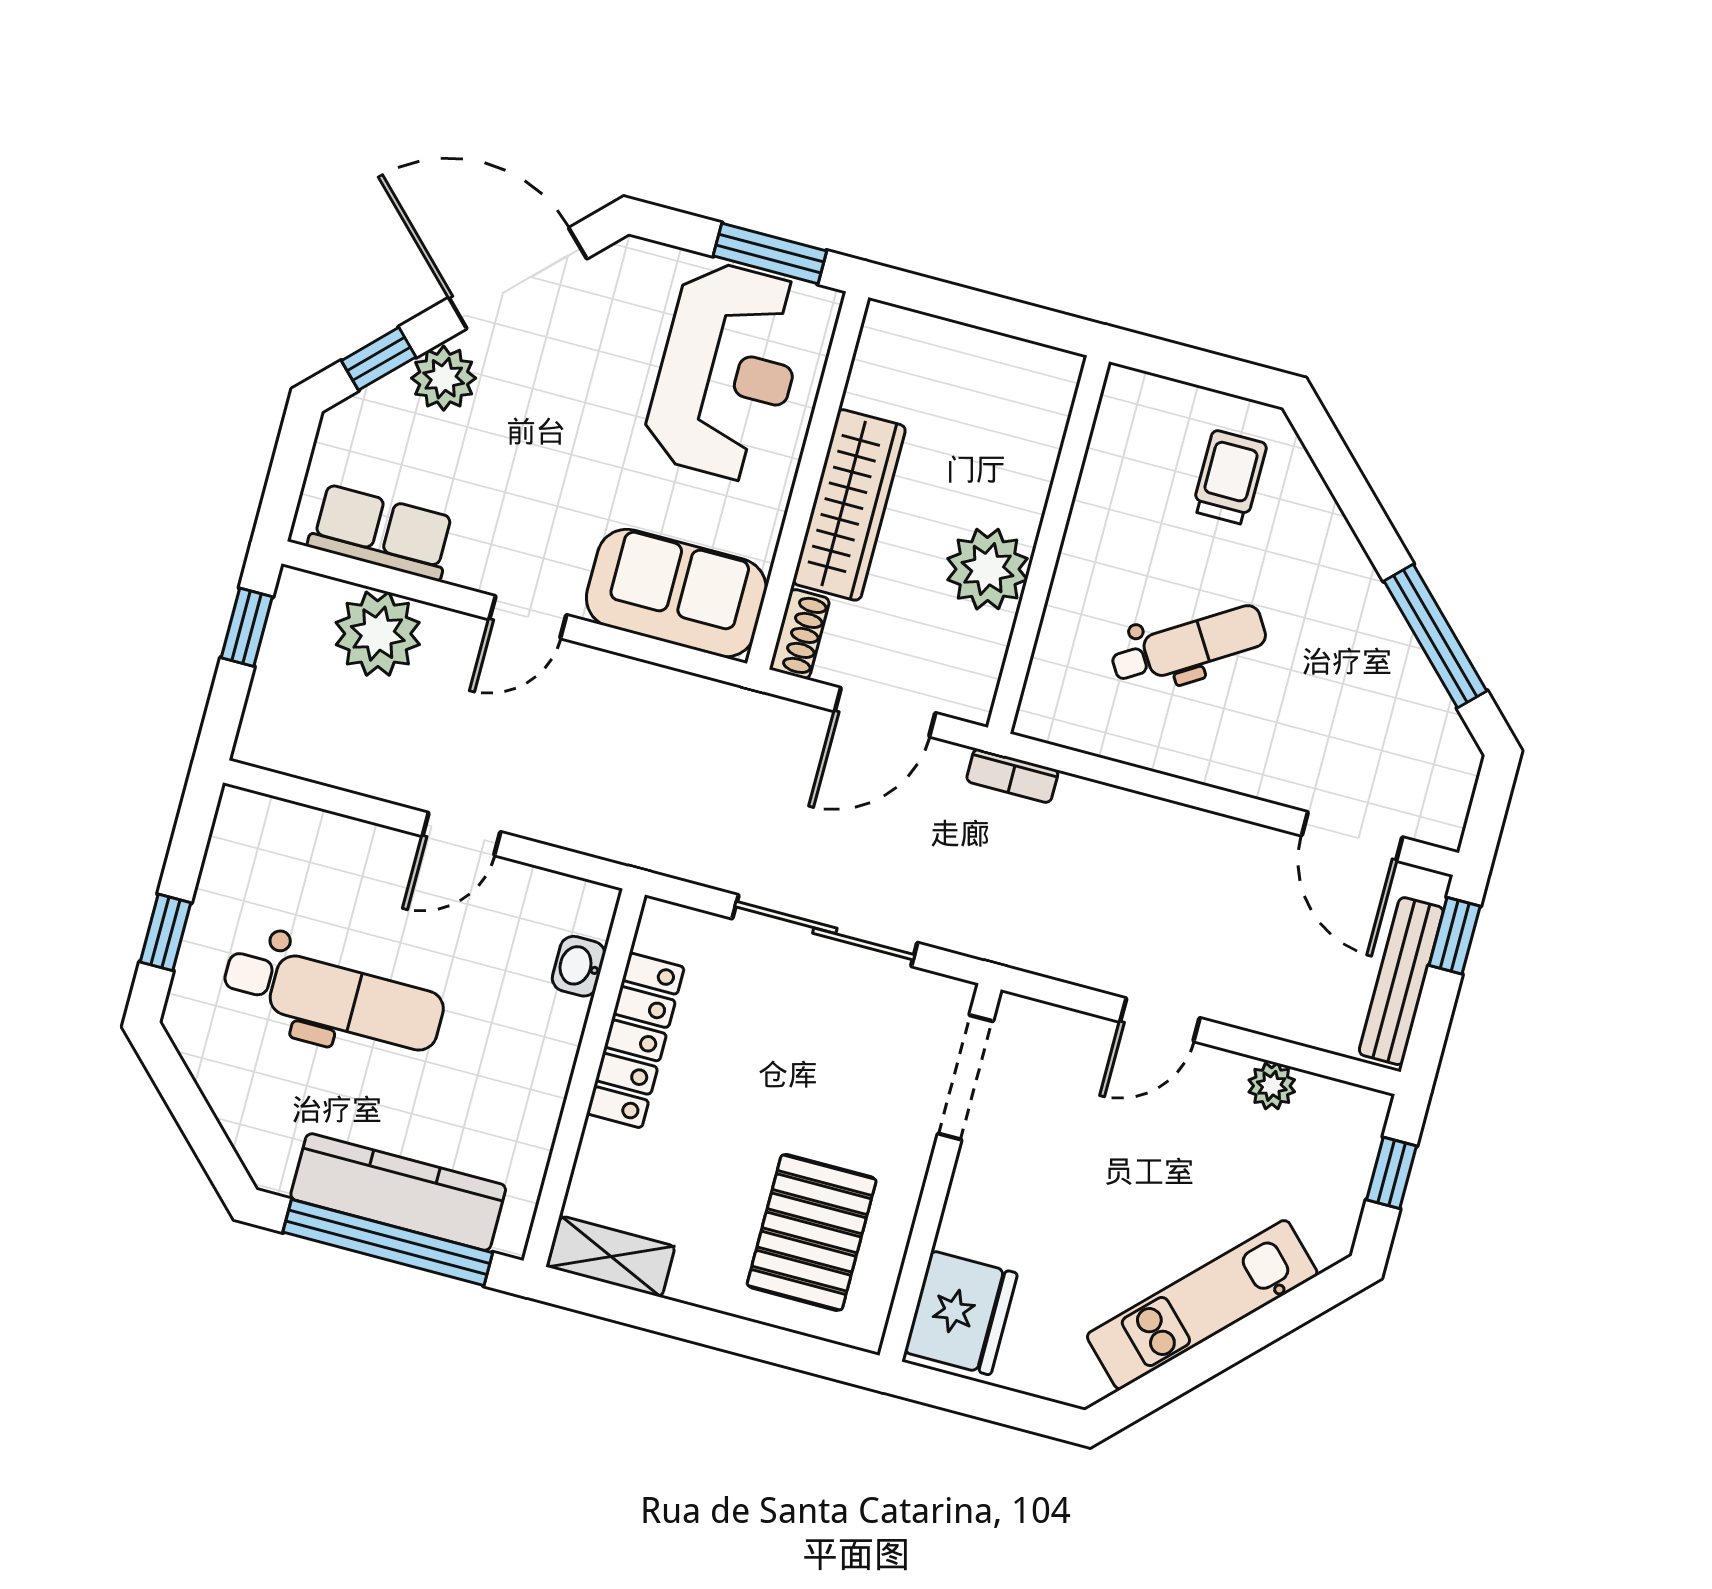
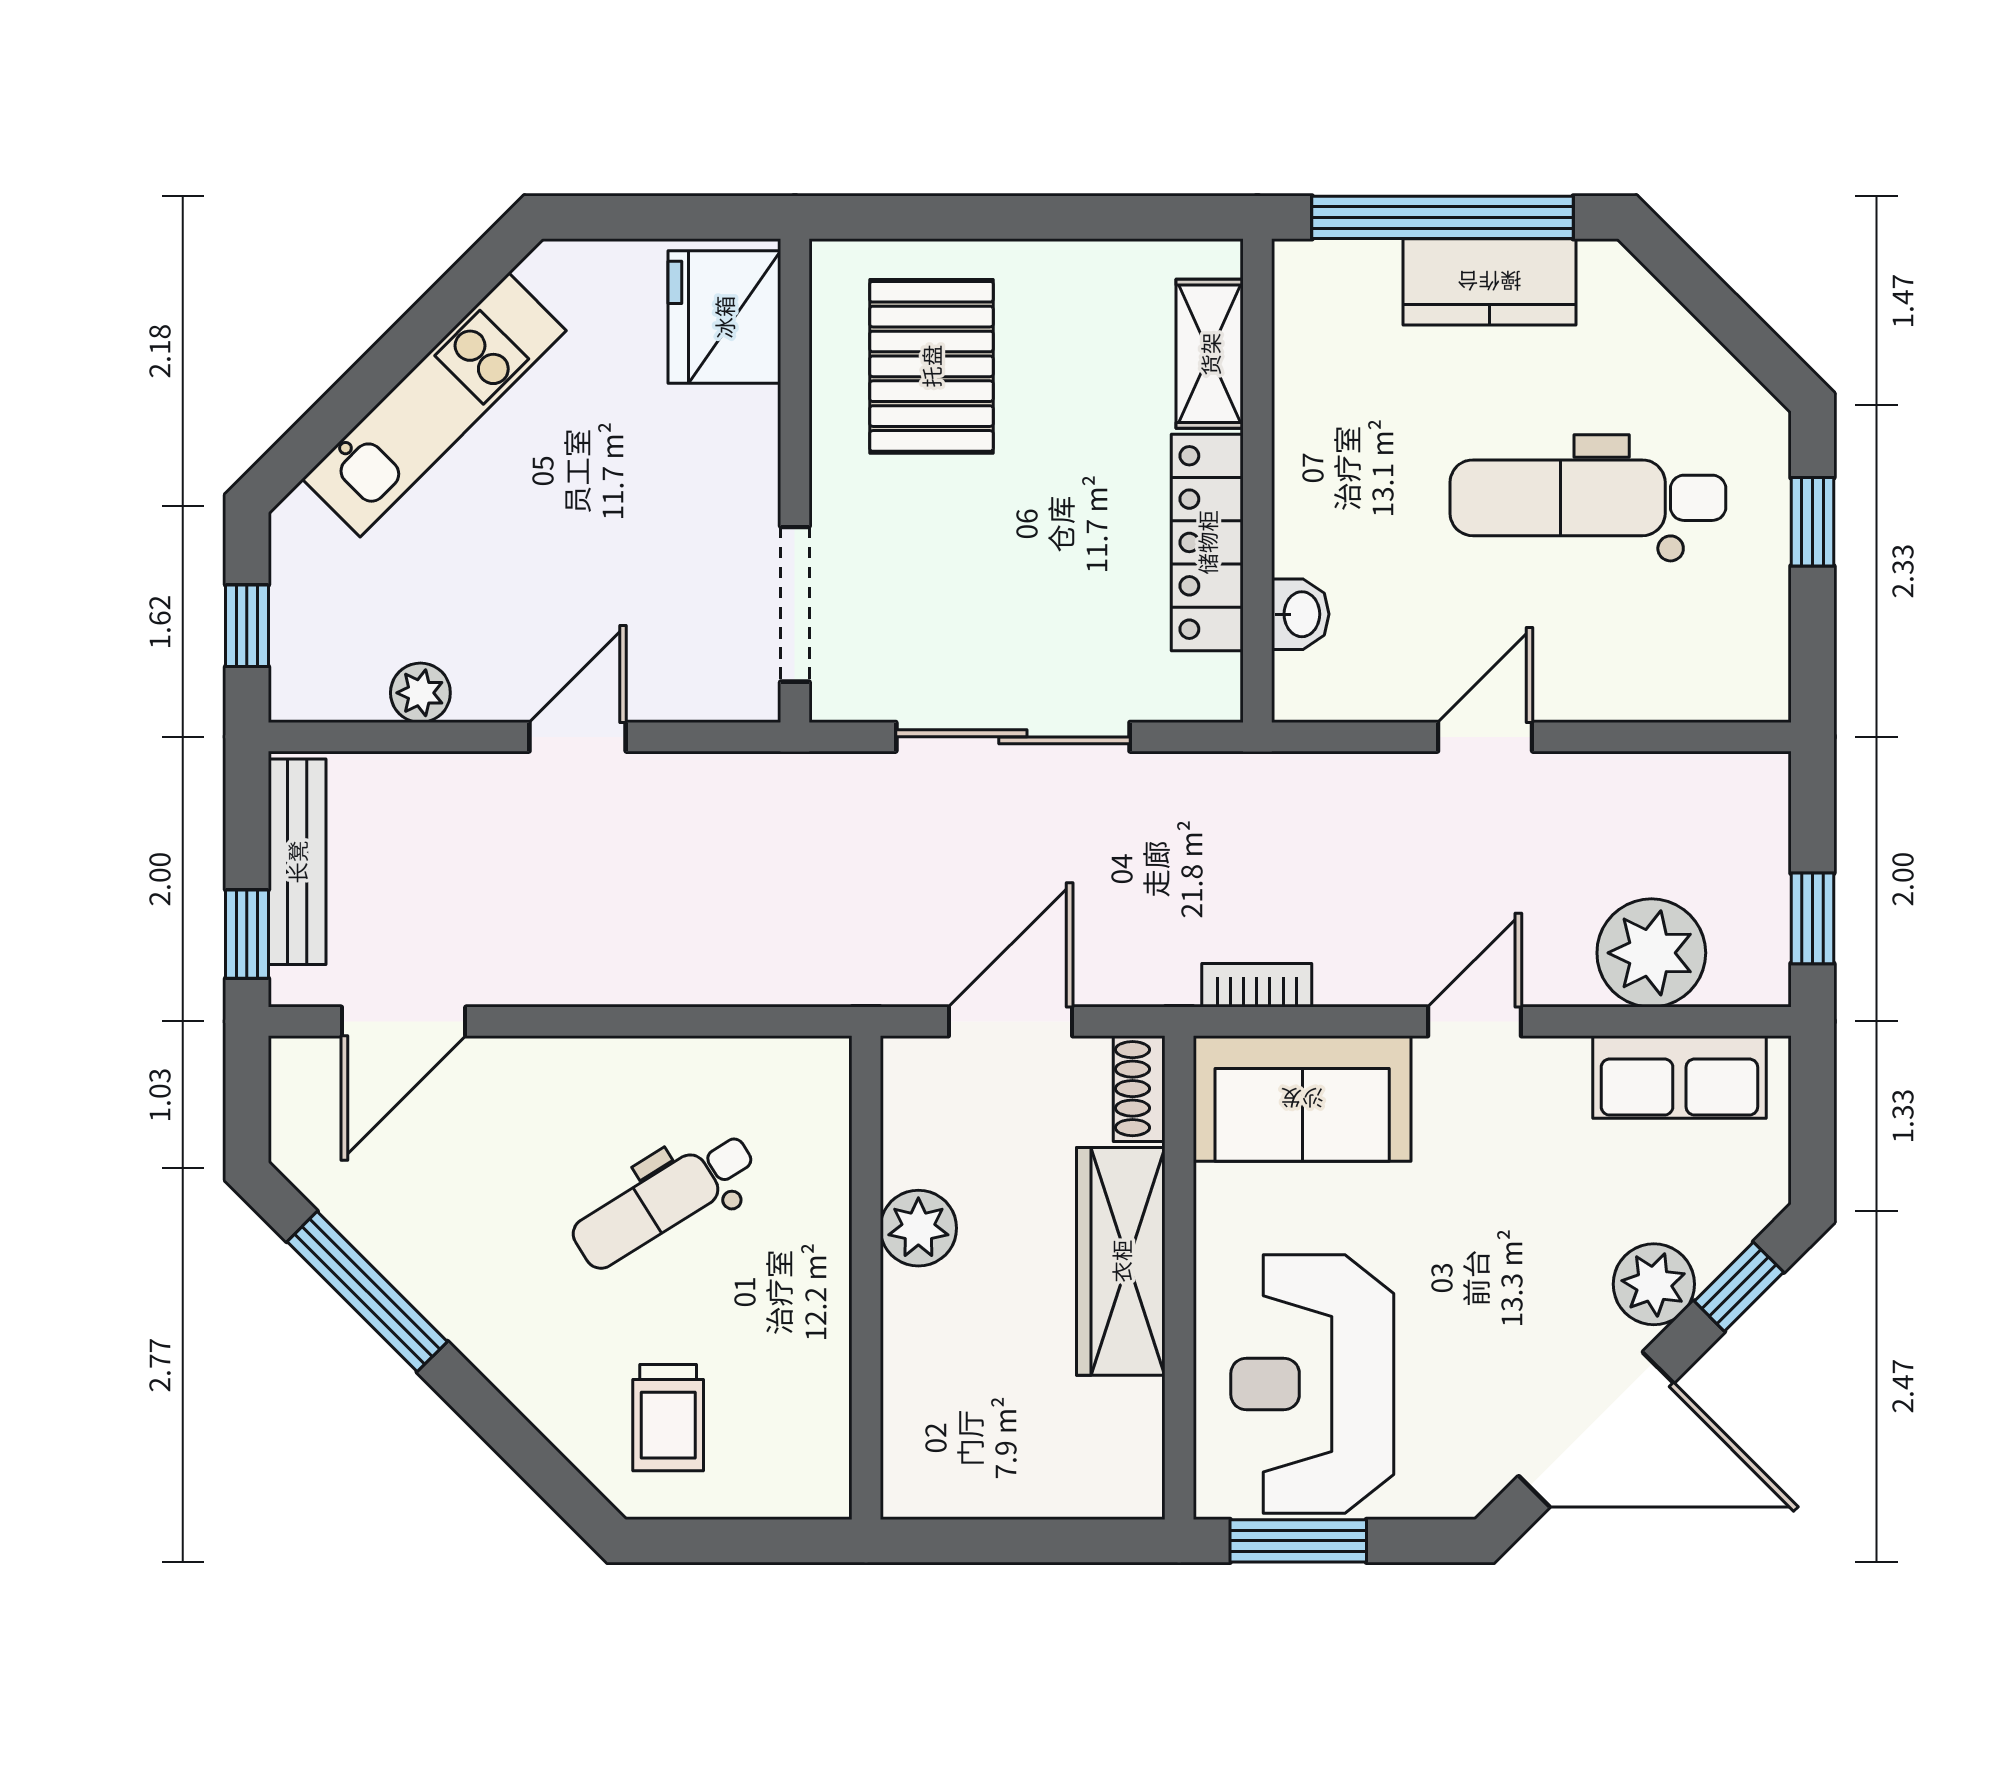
plant: (988, 569) -> (918, 1228), width x0.73, depth x0.73
bookcase: (1012, 776) -> (1257, 985), moved
door: (1352, 836) -> (404, 1021), swing flipped
kitchen counter: (398, 1192) -> (1489, 282), width x0.67
shelving: (611, 1257) -> (1210, 354), moved, turned 90

